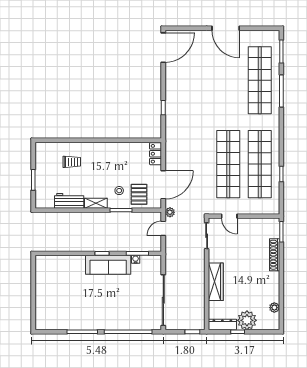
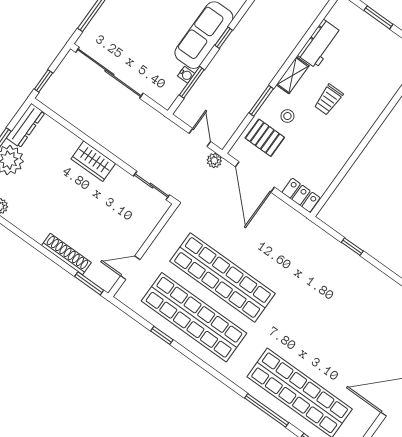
trolley: (72, 162) -> (328, 100), moved
door: (229, 216) -> (130, 268), moved
wardrobe: (216, 282) -> (93, 161), width x0.67

